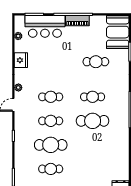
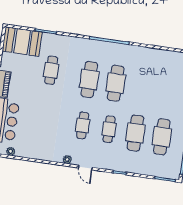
fridge: (21, 60) -> (38, 152), removed
cafe table: (93, 97) -> (89, 79), width x1.37, depth x1.35
cafe table: (51, 169) -> (162, 137), width x1.37, depth x1.35

